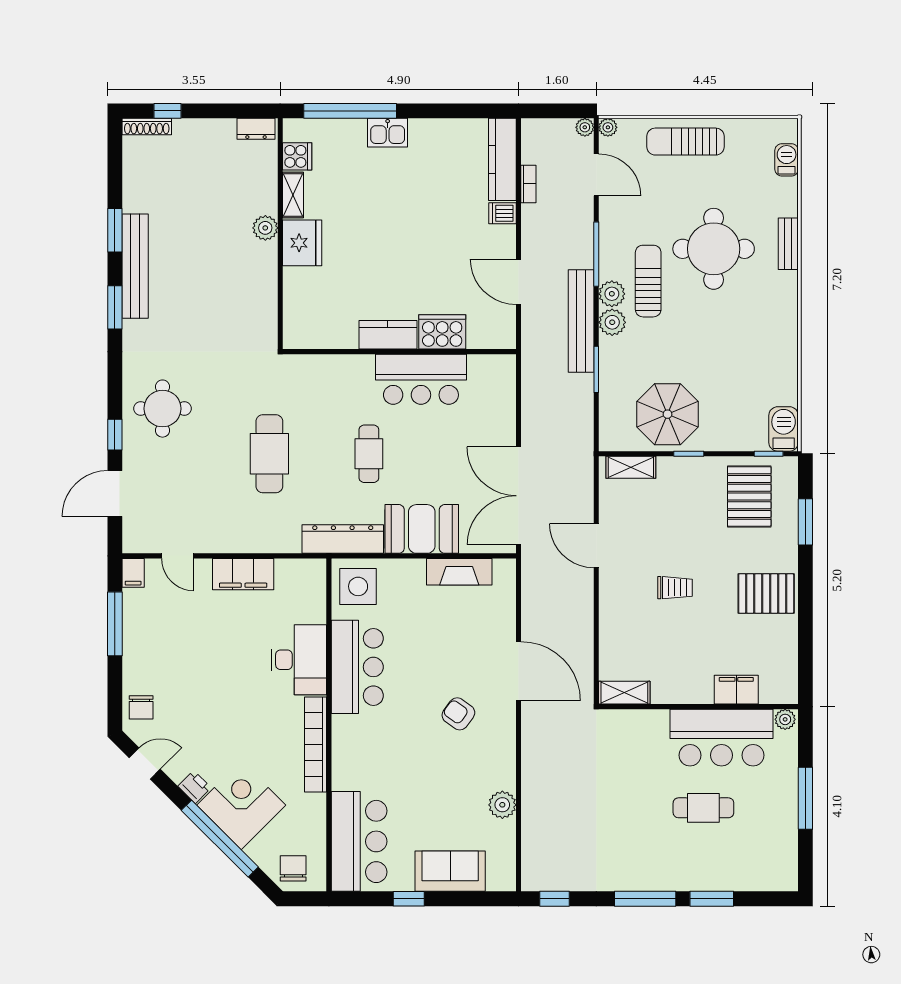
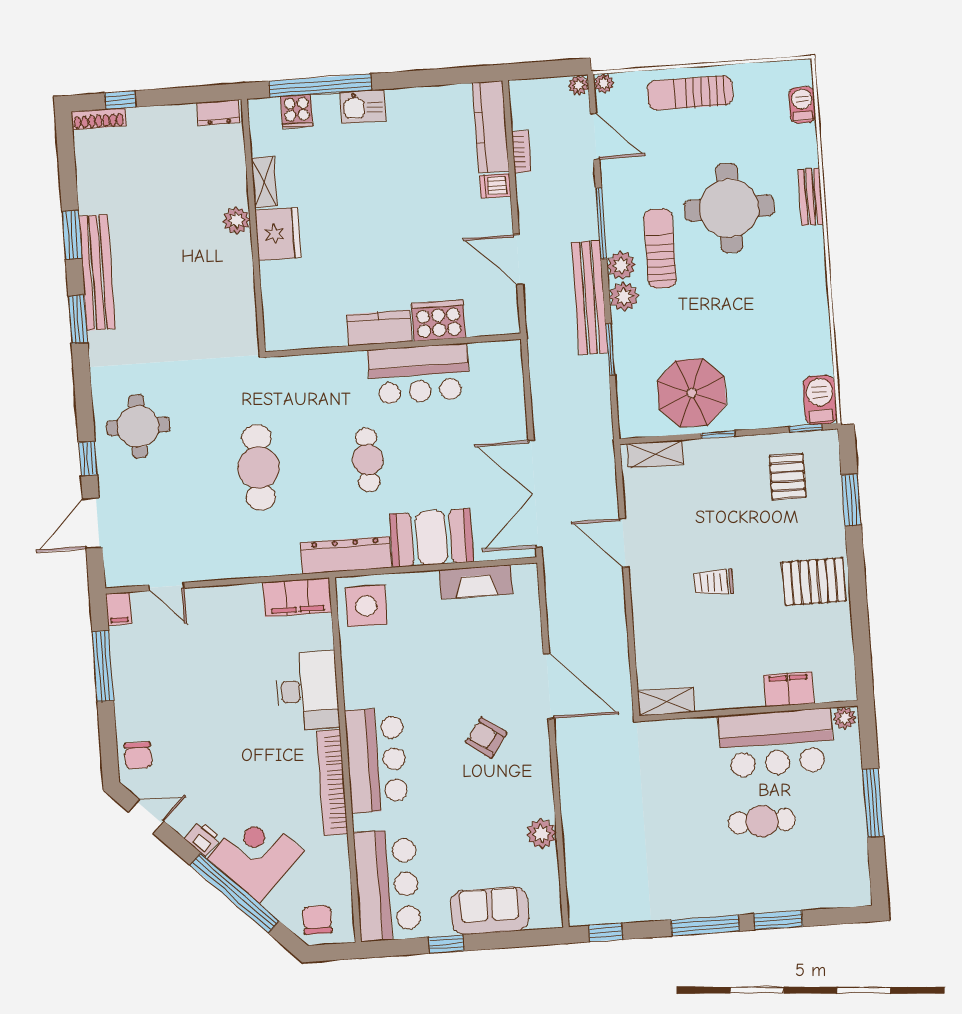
cooker: (297, 156) -> (297, 111), moved, turned 90
pallet: (749, 496) -> (788, 477), width x0.67, depth x0.71
filing cabinet: (243, 574) -> (297, 597), moved
trolley: (675, 588) -> (714, 582), turned 180
bar counter: (357, 667) -> (376, 760), moved

